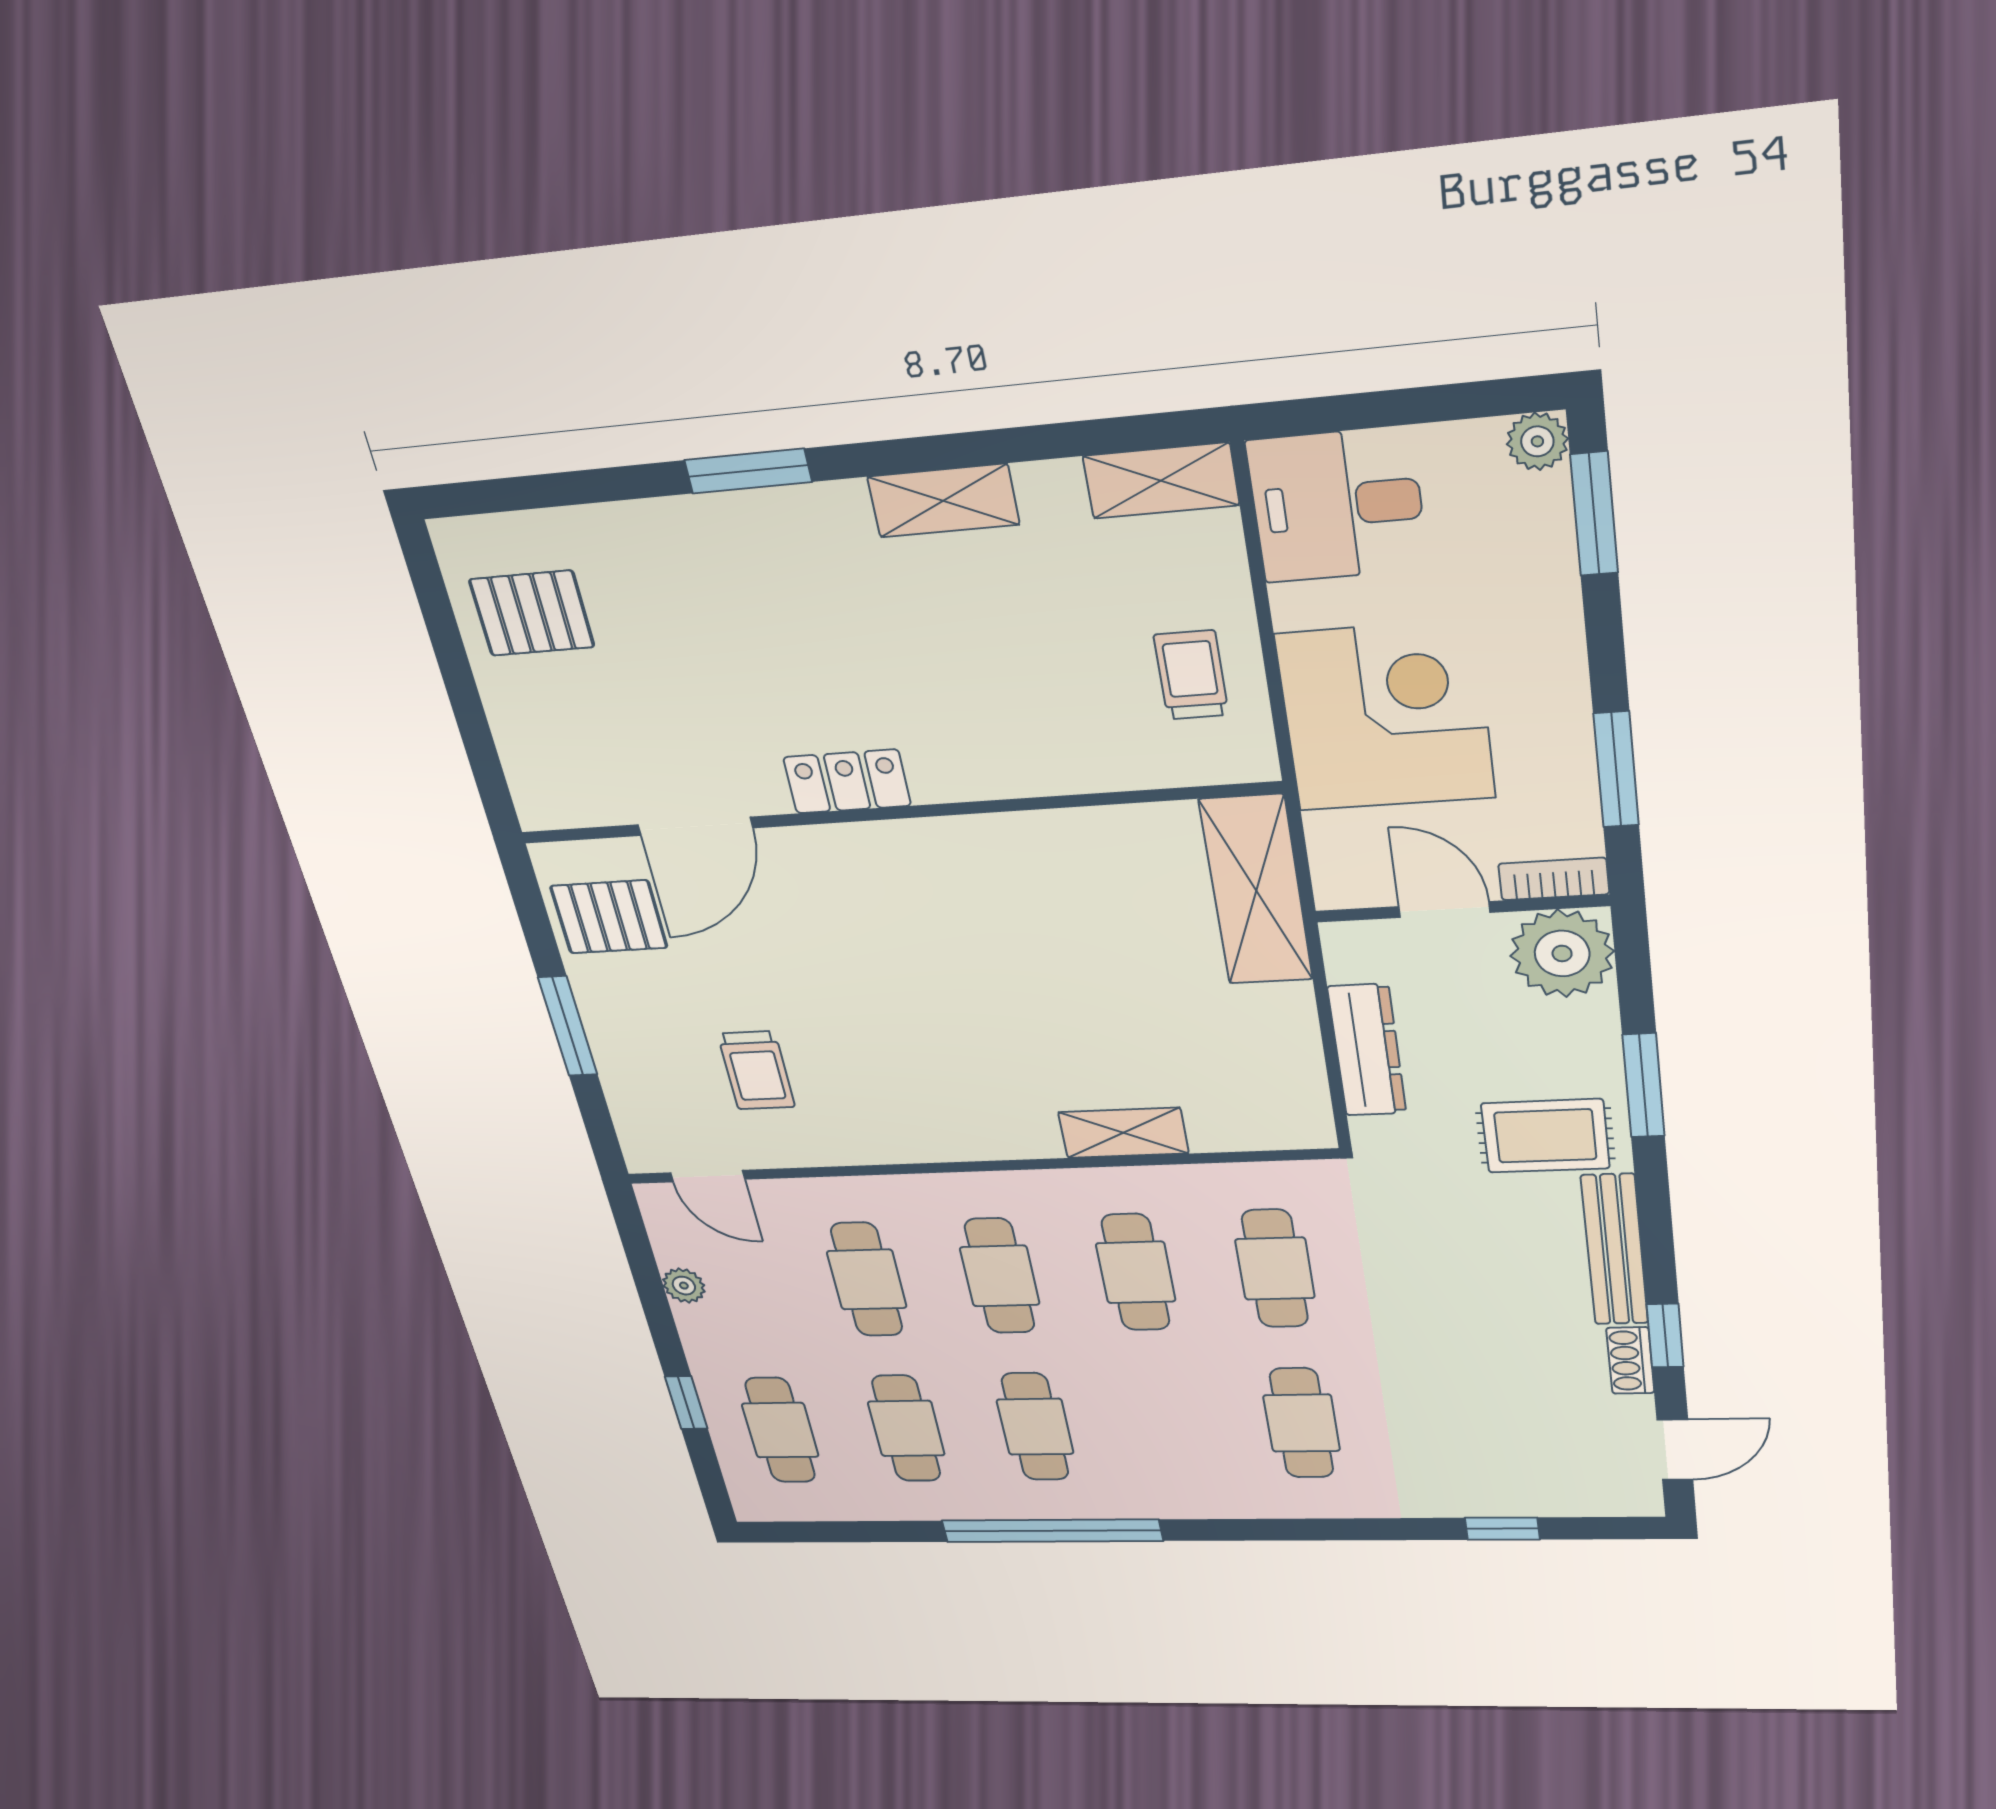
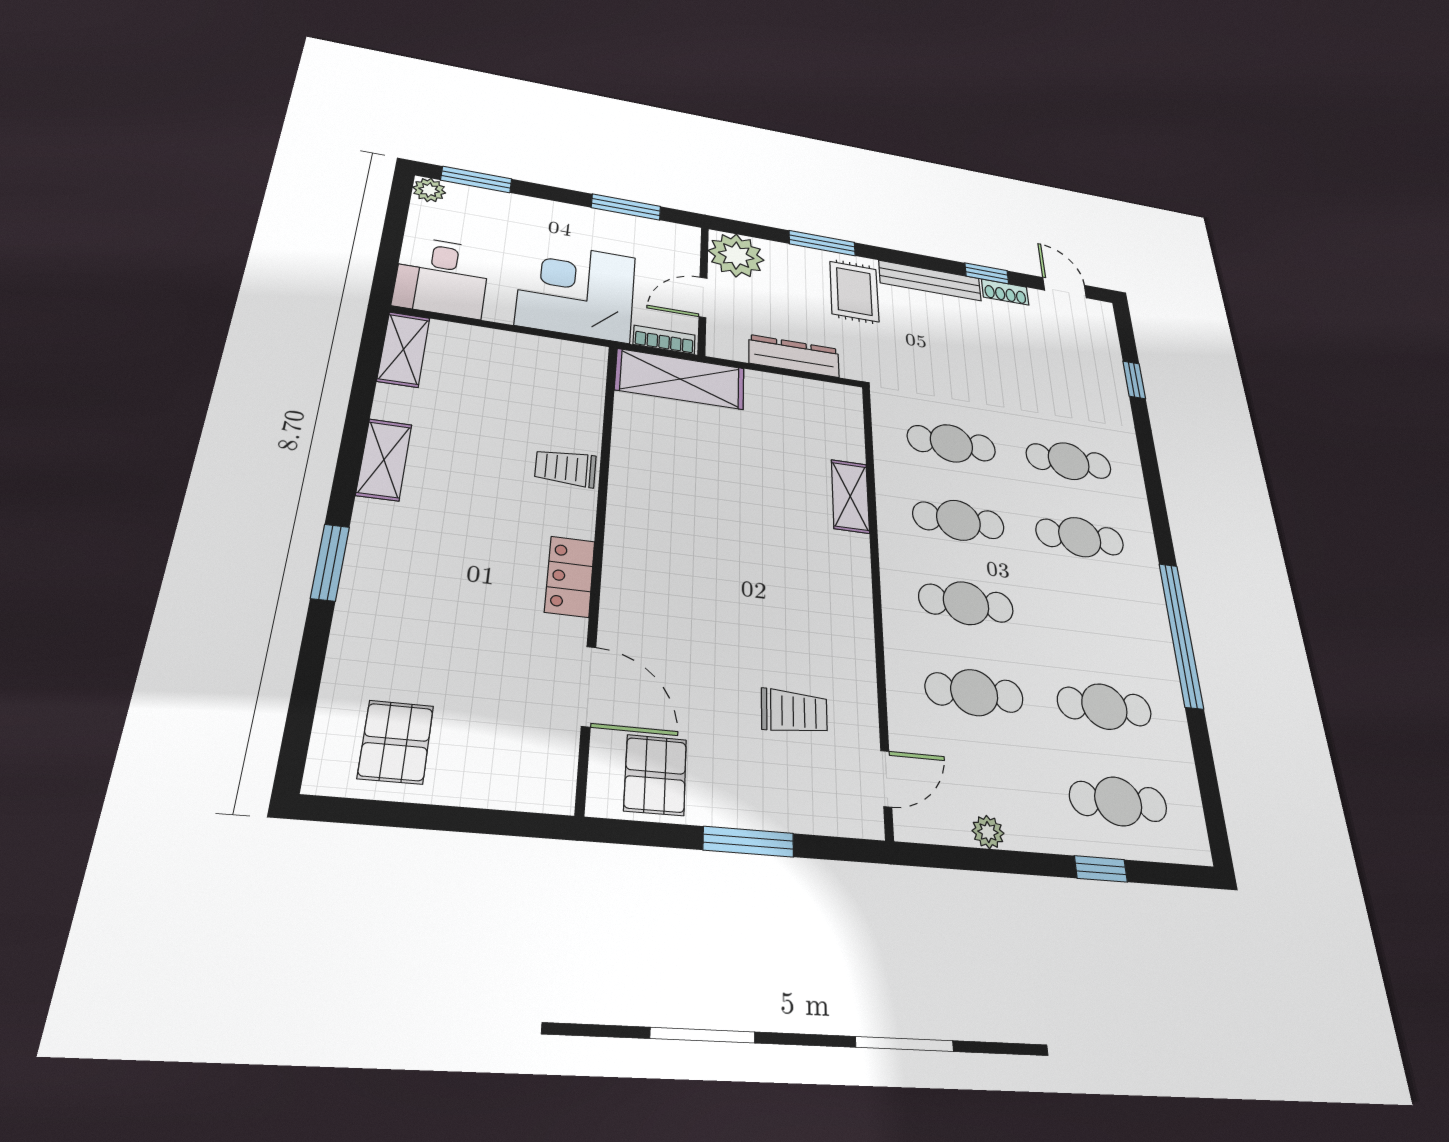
trolley: (1191, 675) -> (565, 468), moved
bookcase: (1554, 879) -> (664, 340), moved, turned 90
cafe table: (1035, 1427) -> (1080, 537), moved

